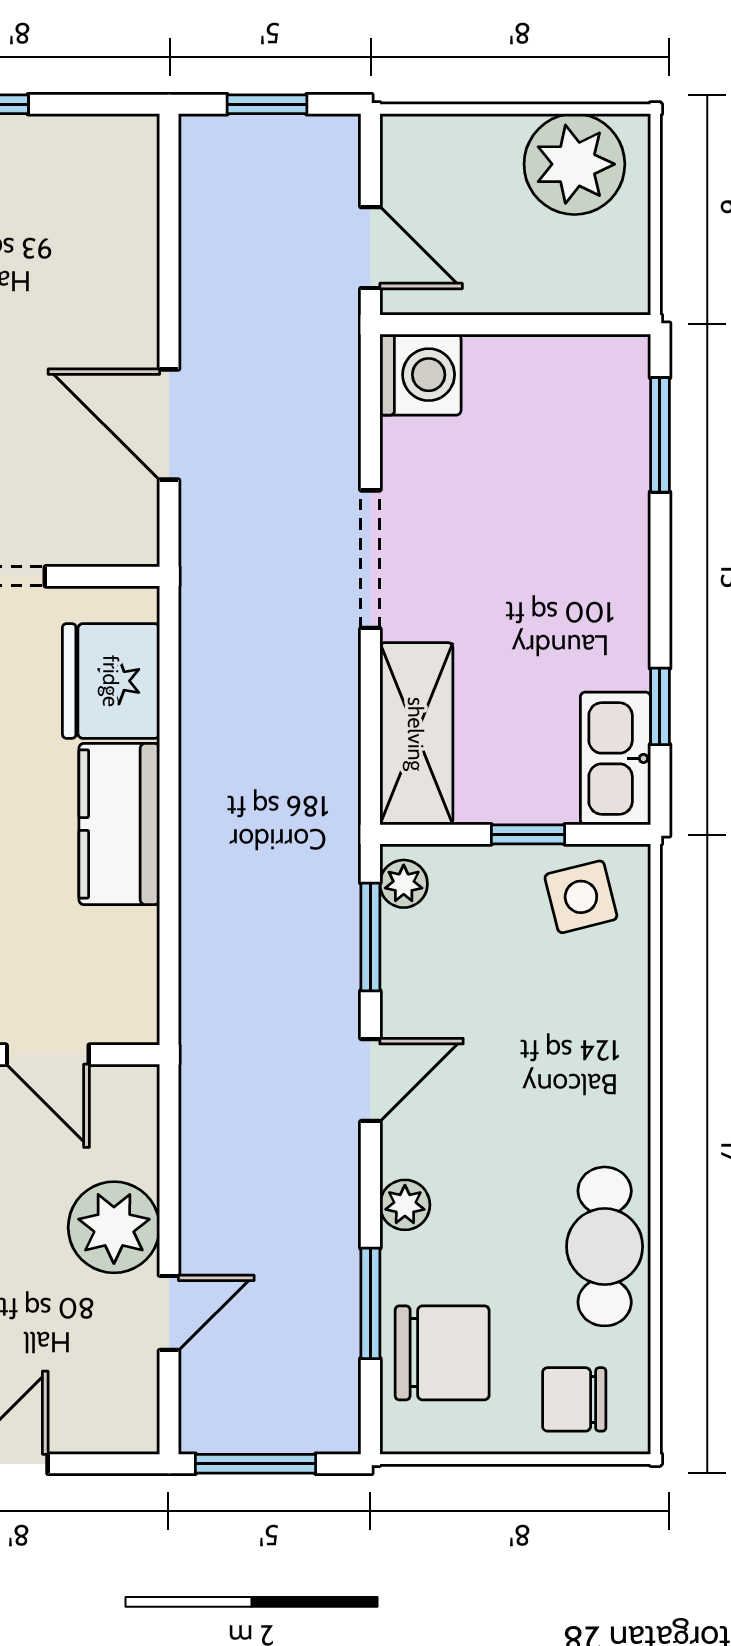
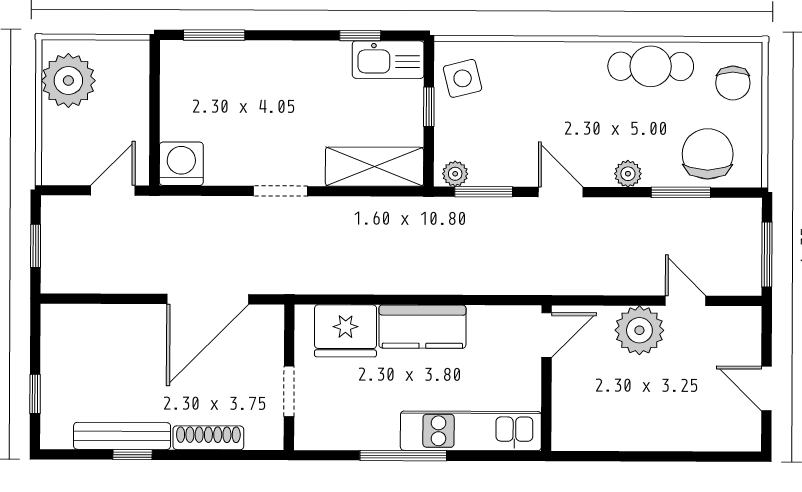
door: (169, 425) -> (208, 299), width x1.36
doorway: (370, 559) -> (281, 191), width x0.73
door: (48, 1055) -> (547, 335), moved

